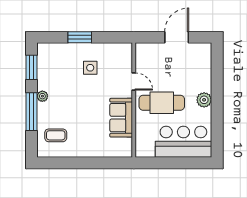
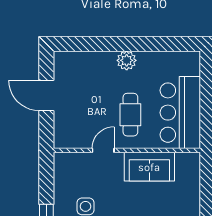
cafe table: (162, 103) -> (130, 115), width x0.73, depth x0.74
bar counter: (183, 142) -> (180, 113), moved

